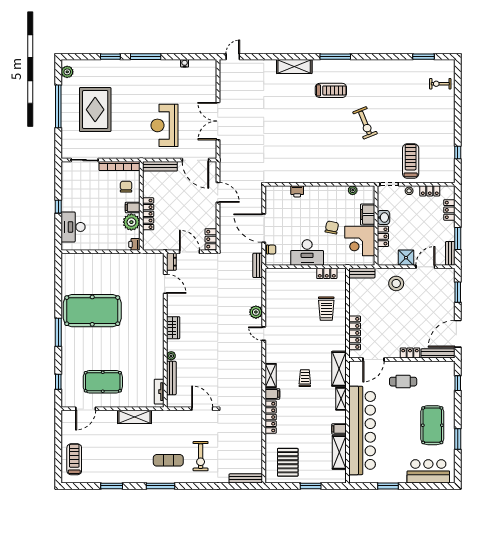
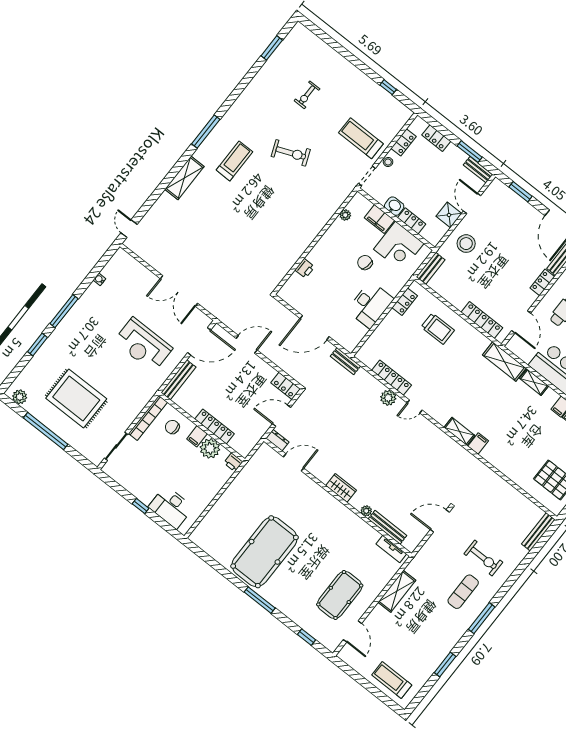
exercise bike: (440, 84) -> (307, 95), moved
chair: (271, 249) -> (340, 337), removed
trolley: (305, 378) -> (487, 401), removed
locker: (271, 417) -> (392, 378), moved

